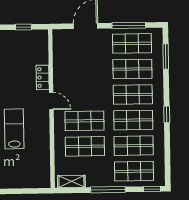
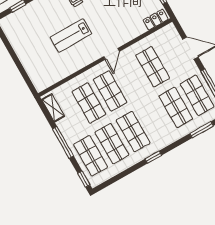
locker: (43, 77) -> (156, 20), moved
shop shelf: (133, 95) -> (153, 67), moved
lab bench: (14, 129) -> (71, 35), turned 180

